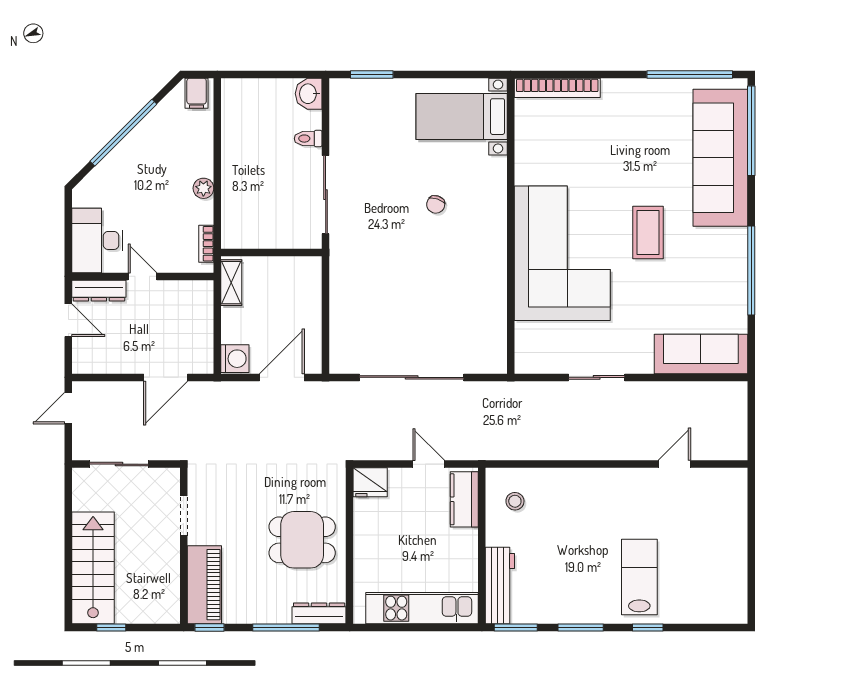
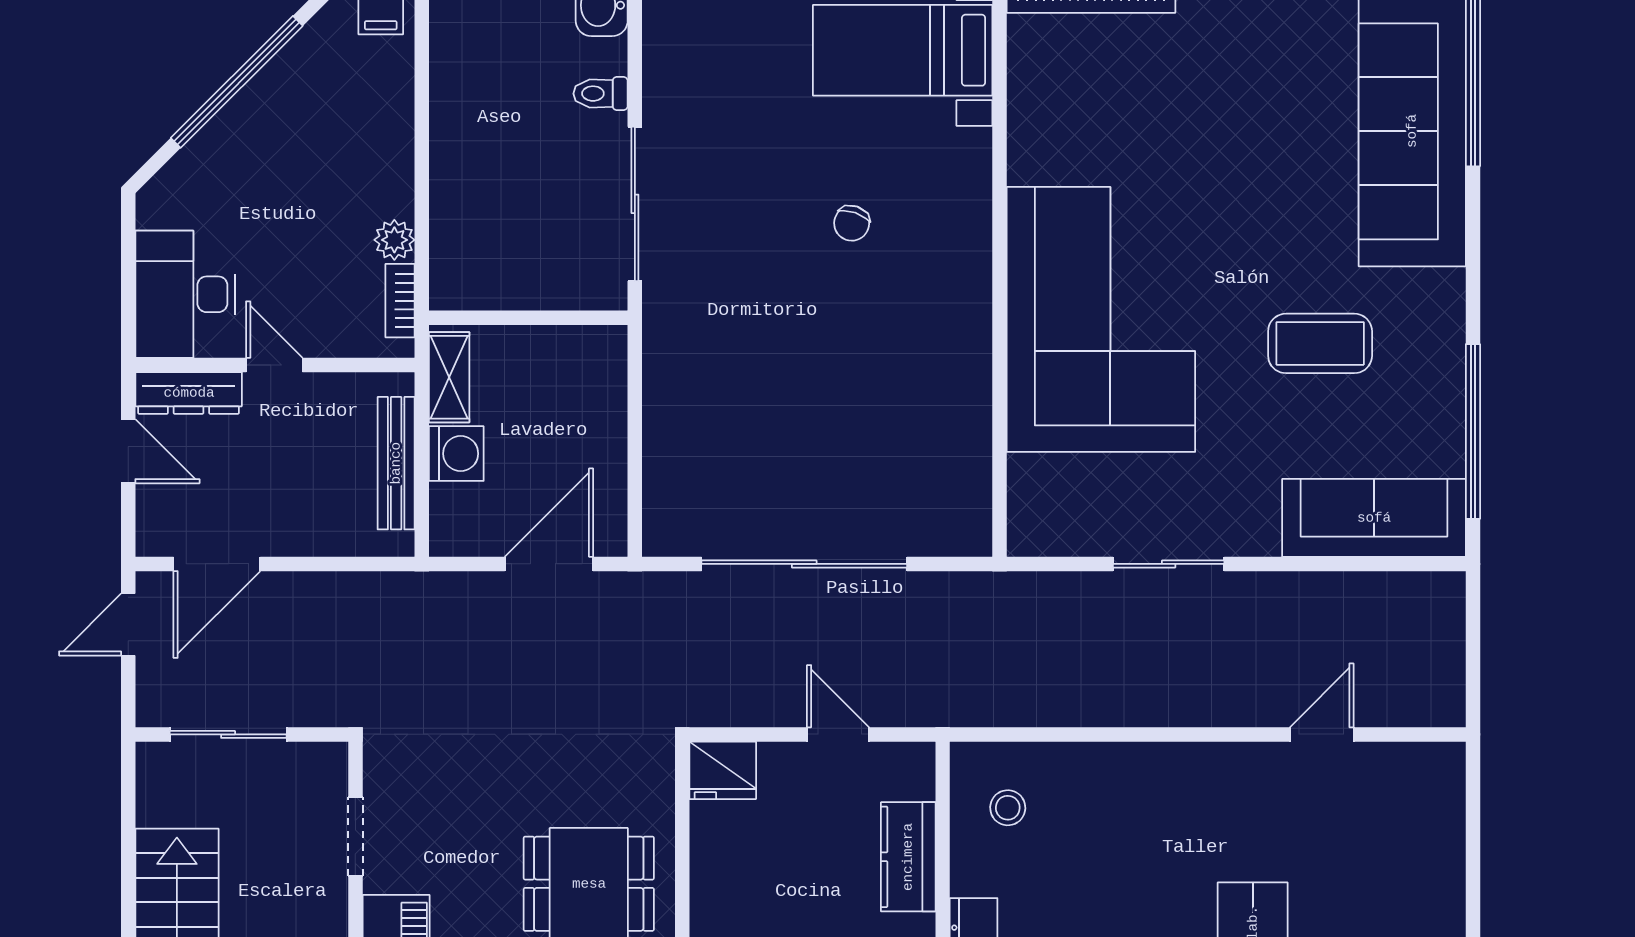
plant: (203, 188) -> (394, 240), moved
coffee table: (648, 233) -> (1320, 343), moved, turned 90
window: (751, 271) -> (1473, 432), moved
bench: (204, 326) -> (396, 463), added
washing machine: (235, 359) -> (456, 454), moved
door: (166, 377) -> (217, 564), moved
kitchen counter: (464, 499) -> (908, 857), moved

